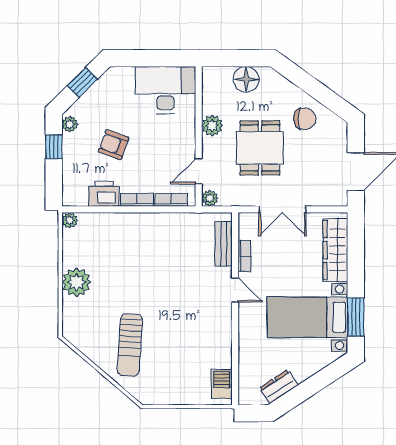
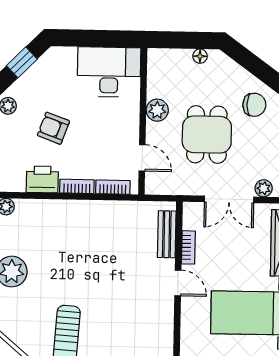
floor lamp: (246, 79) -> (200, 56), width x0.53, depth x0.53
door: (199, 171) -> (142, 158), swing flipped
plant: (210, 198) -> (264, 188), moved

